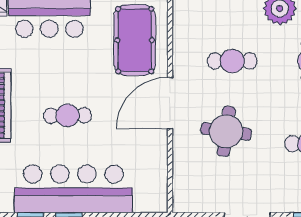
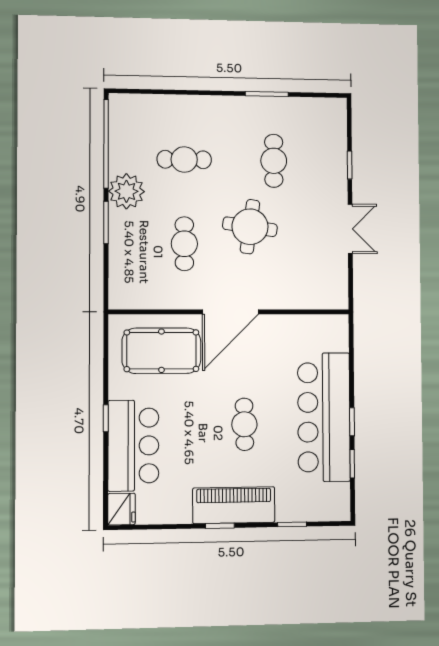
door: (170, 103) -> (230, 312), hinge flipped
round table: (226, 131) -> (250, 227), moved

